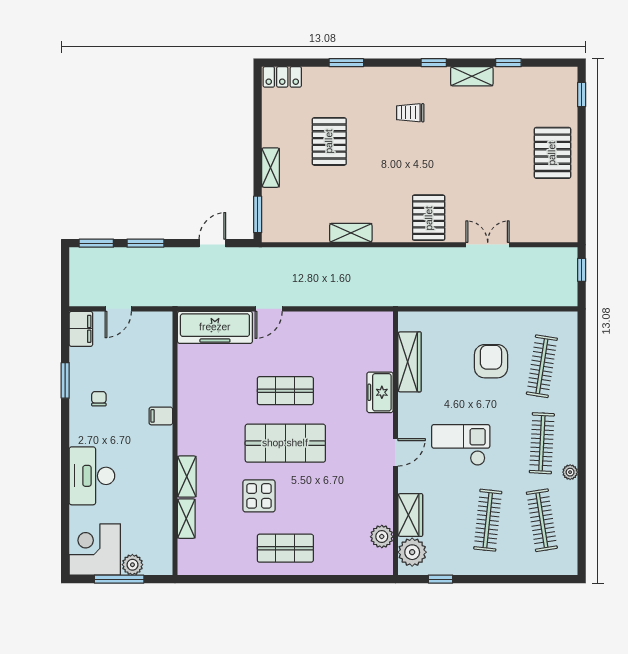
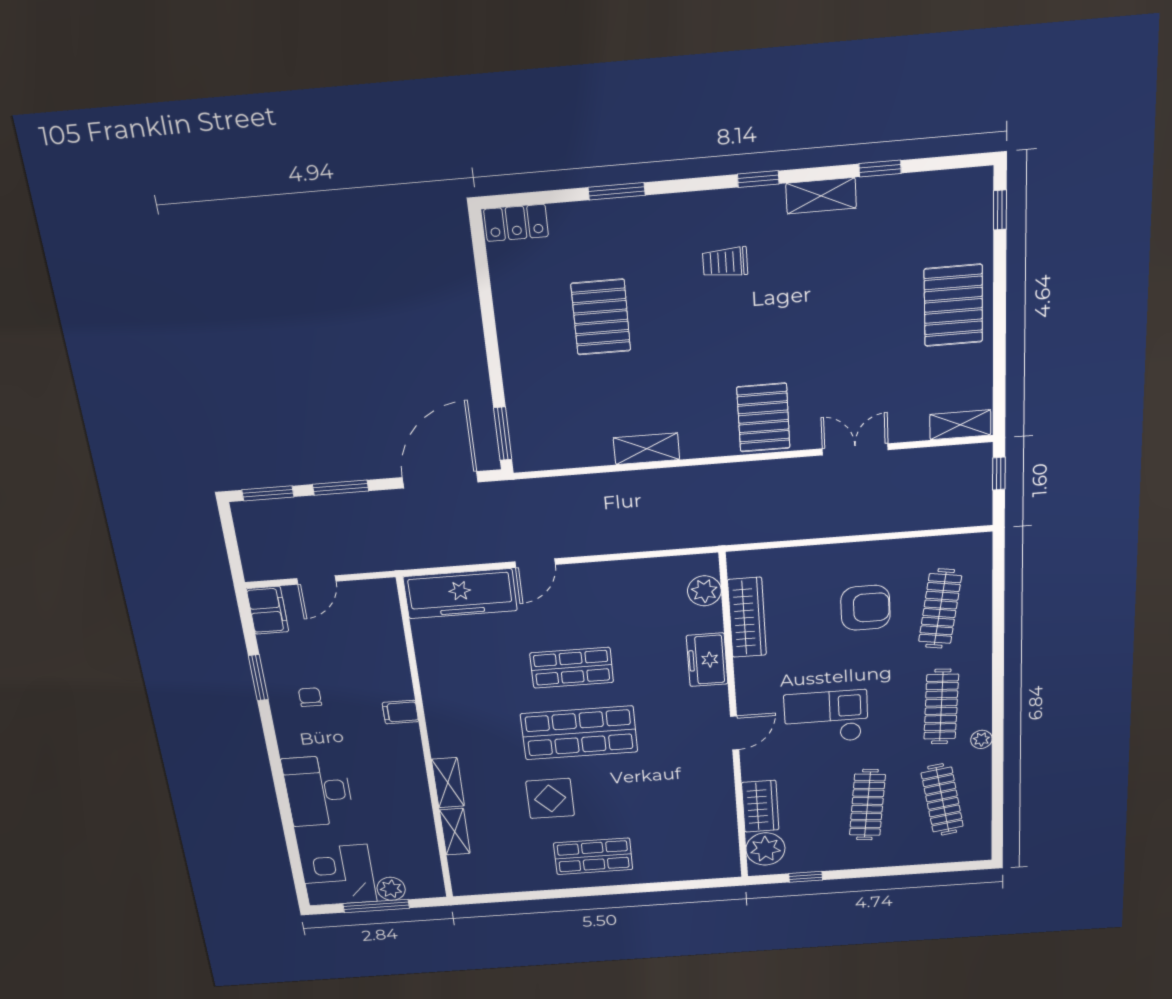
shelving: (271, 168) -> (960, 425), moved, turned 90
door: (212, 243) -> (440, 480), width x1.88
armchair: (491, 361) -> (865, 608), turned 90
plant: (382, 537) -> (704, 591), moved

